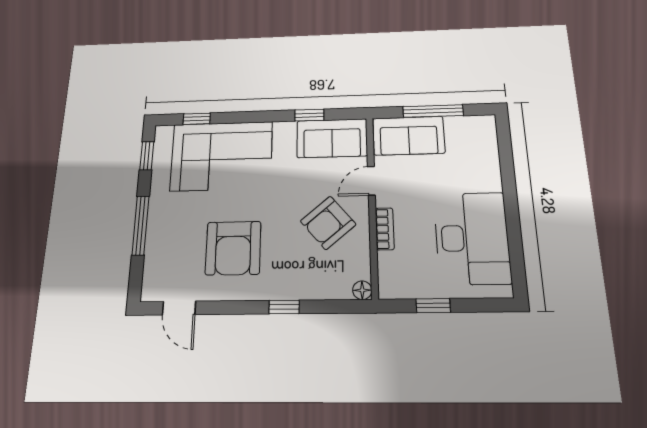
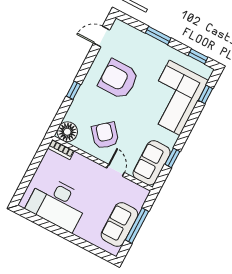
sofa: (409, 136) -> (119, 225), moved
window: (141, 225) -> (158, 36), width x0.69
bookcase: (385, 229) -> (61, 149), moved
floor lamp: (362, 290) -> (67, 132), width x1.89, depth x1.89
window: (433, 306) -> (35, 164), removed

